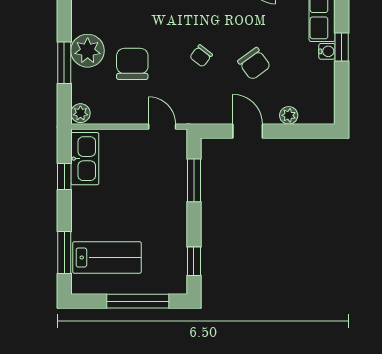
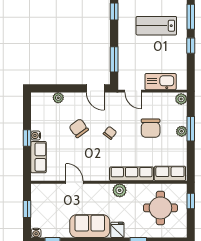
plant: (88, 51) -> (182, 131), width x0.53, depth x0.53
door: (248, 131) -> (95, 88), moved
kitchen sink: (85, 159) -> (161, 82), moved, turned 90
window: (64, 176) -> (191, 46), moved
lab bench: (107, 257) -> (156, 26), moved

